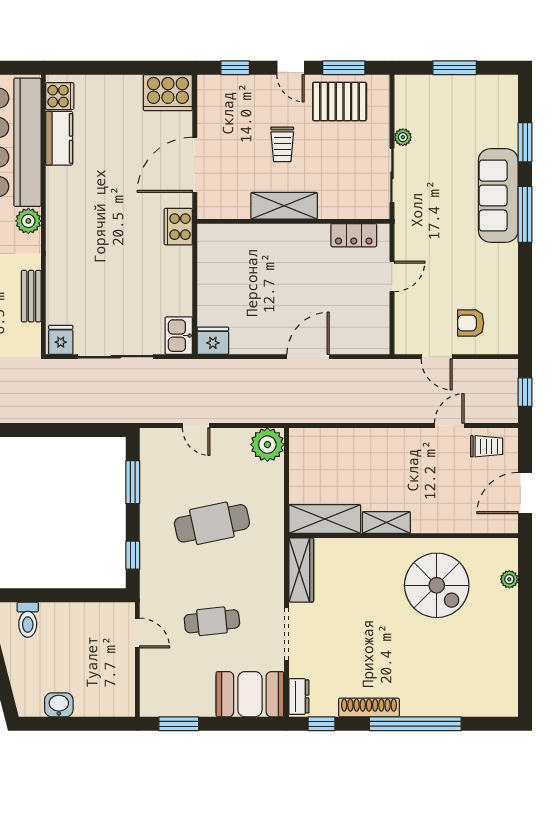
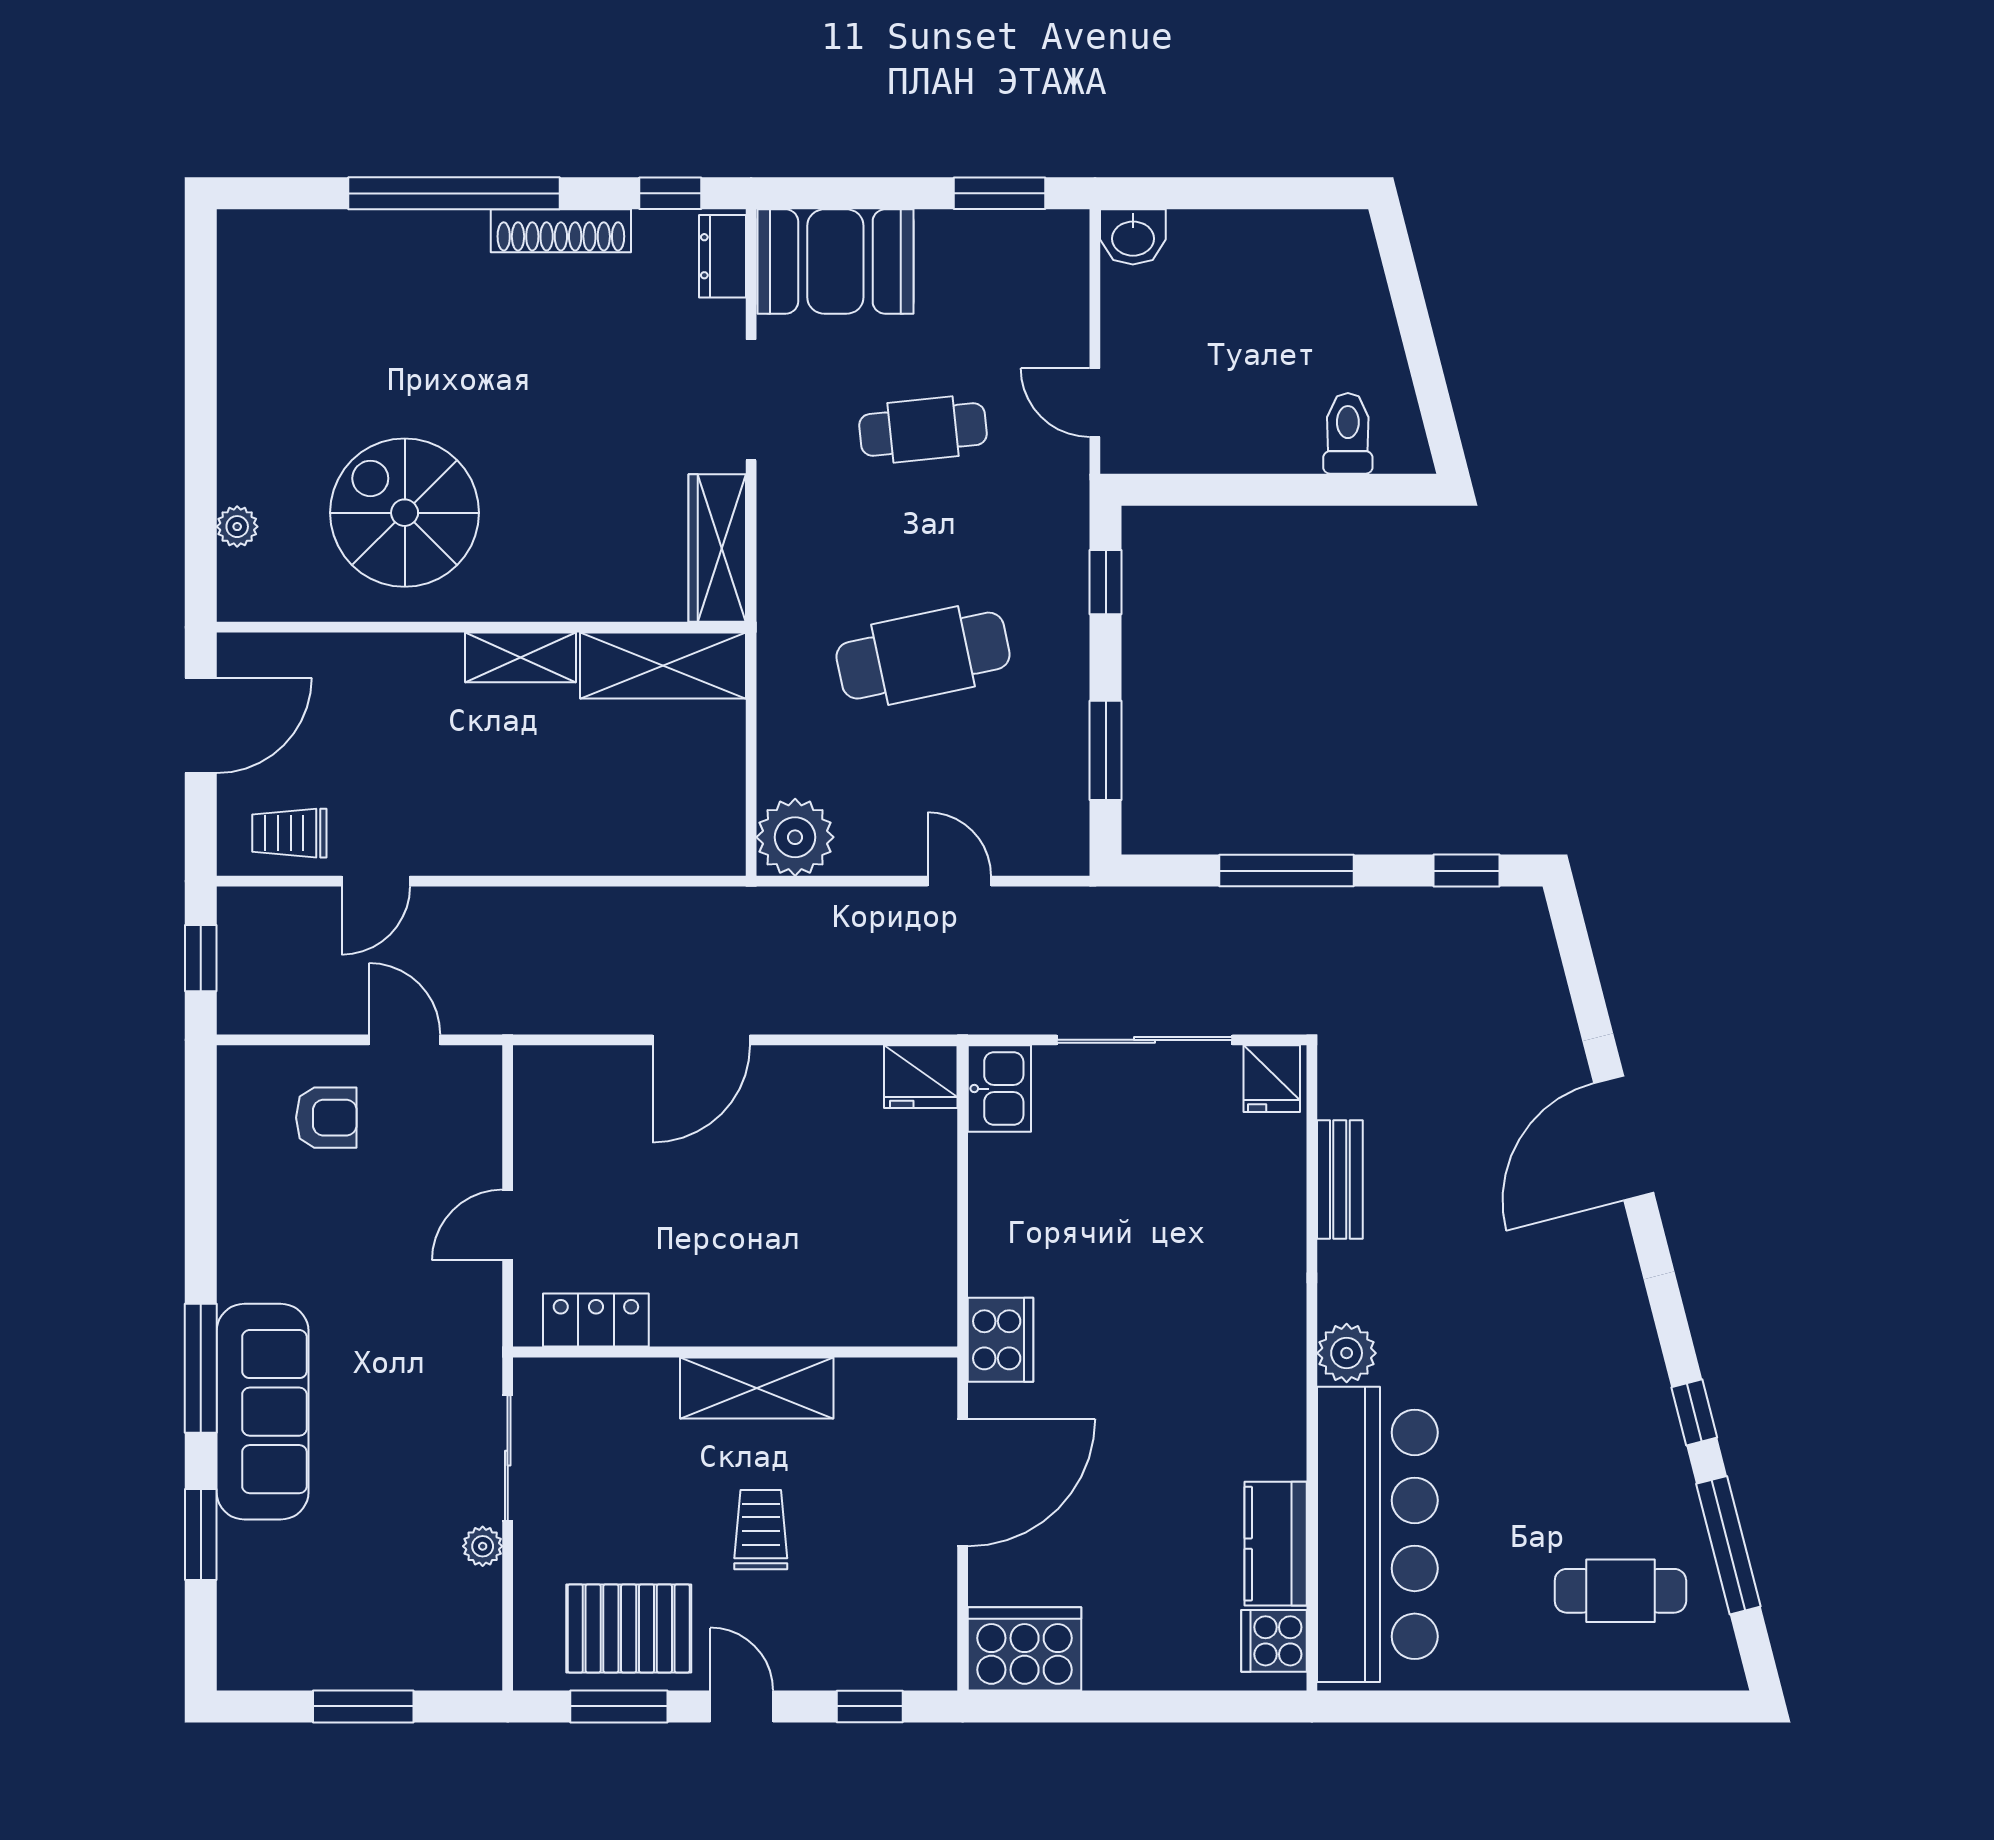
window: (54, 430) -> (1287, 871), added
washbasin: (59, 705) -> (1133, 237), moved

